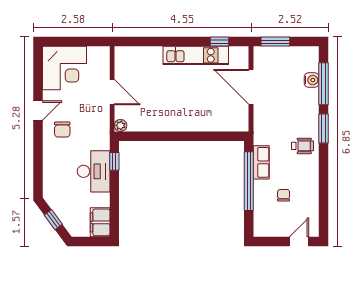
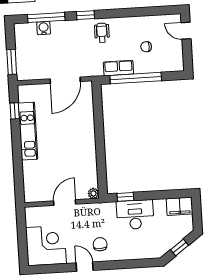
door: (251, 87) -> (65, 80), moved
window: (324, 128) -> (85, 15), width x0.67
chair: (62, 130) -> (100, 244), turned -90

